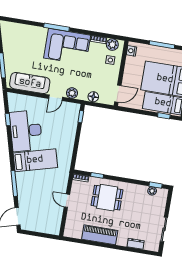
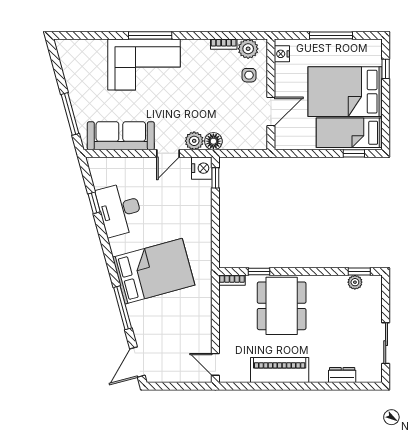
corner sofa: (67, 47) -> (144, 65), moved
door: (118, 94) -> (271, 112), moved
floor lamp: (93, 97) -> (213, 141), moved
nightstand: (74, 110) -> (202, 168), added
desk: (26, 131) -> (120, 209), width x0.73, depth x0.77
bed: (35, 160) -> (154, 271), width x1.50
dining table: (107, 198) -> (282, 306), width x1.37
door: (67, 201) -> (215, 364), moved

